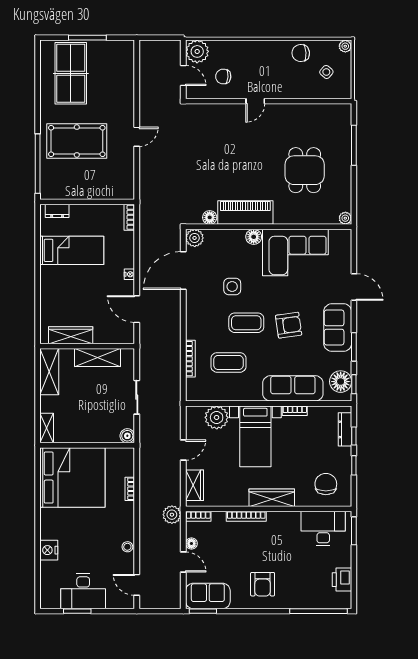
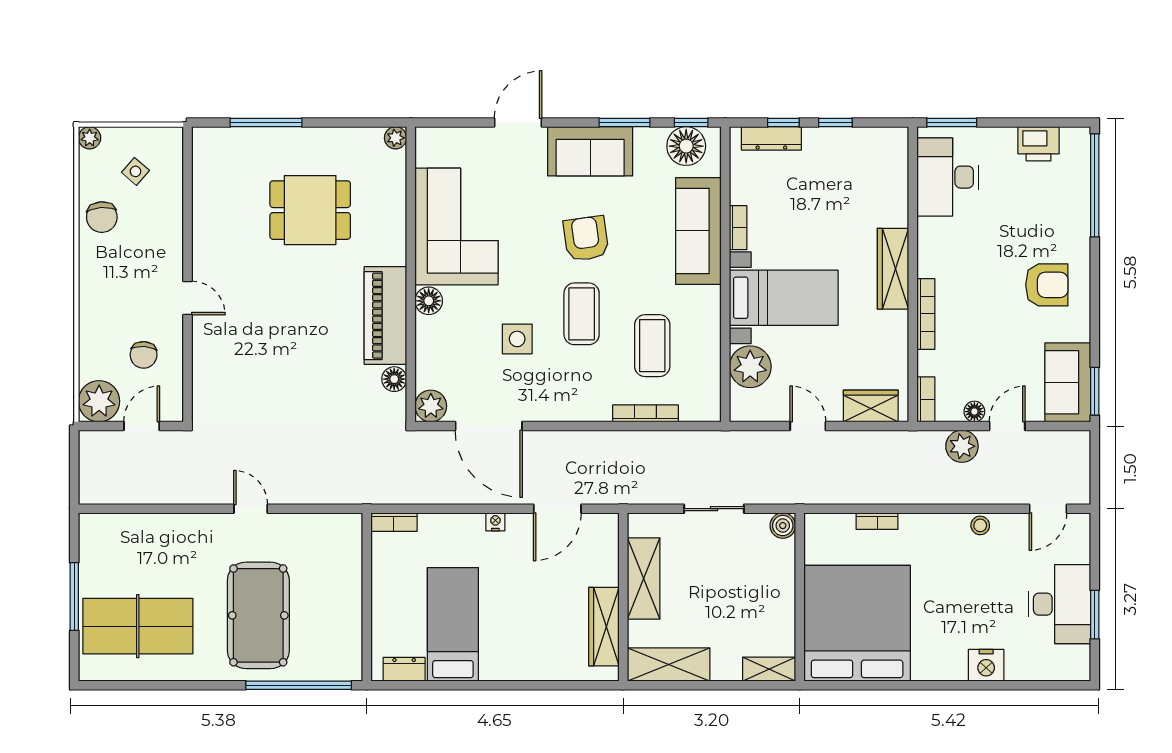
dresser: (57, 211) -> (404, 669), moved, turned -90
chair: (326, 484) -> (869, 172), removed
plant: (172, 515) -> (962, 446), moved

